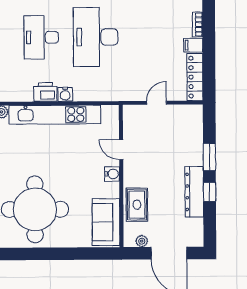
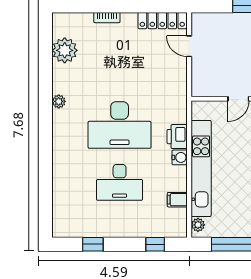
filing cabinet: (193, 45) -> (177, 200), moved, turned 90
printer: (45, 92) -> (177, 137), moved
door: (156, 103) -> (189, 46), moved

